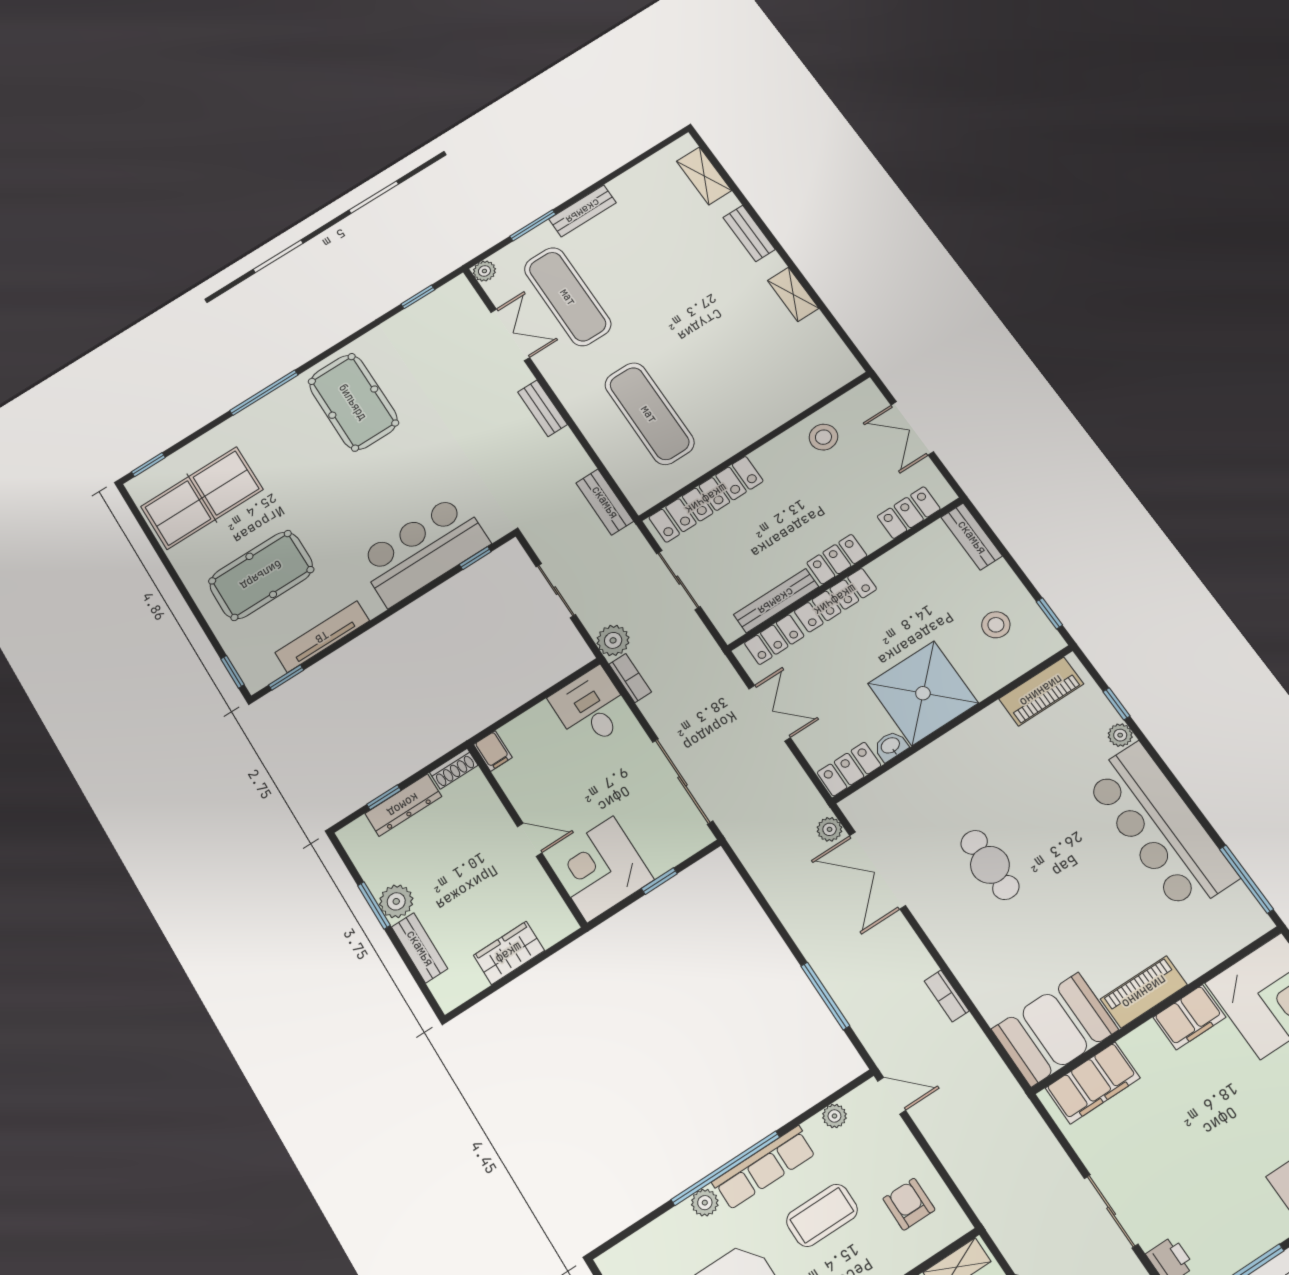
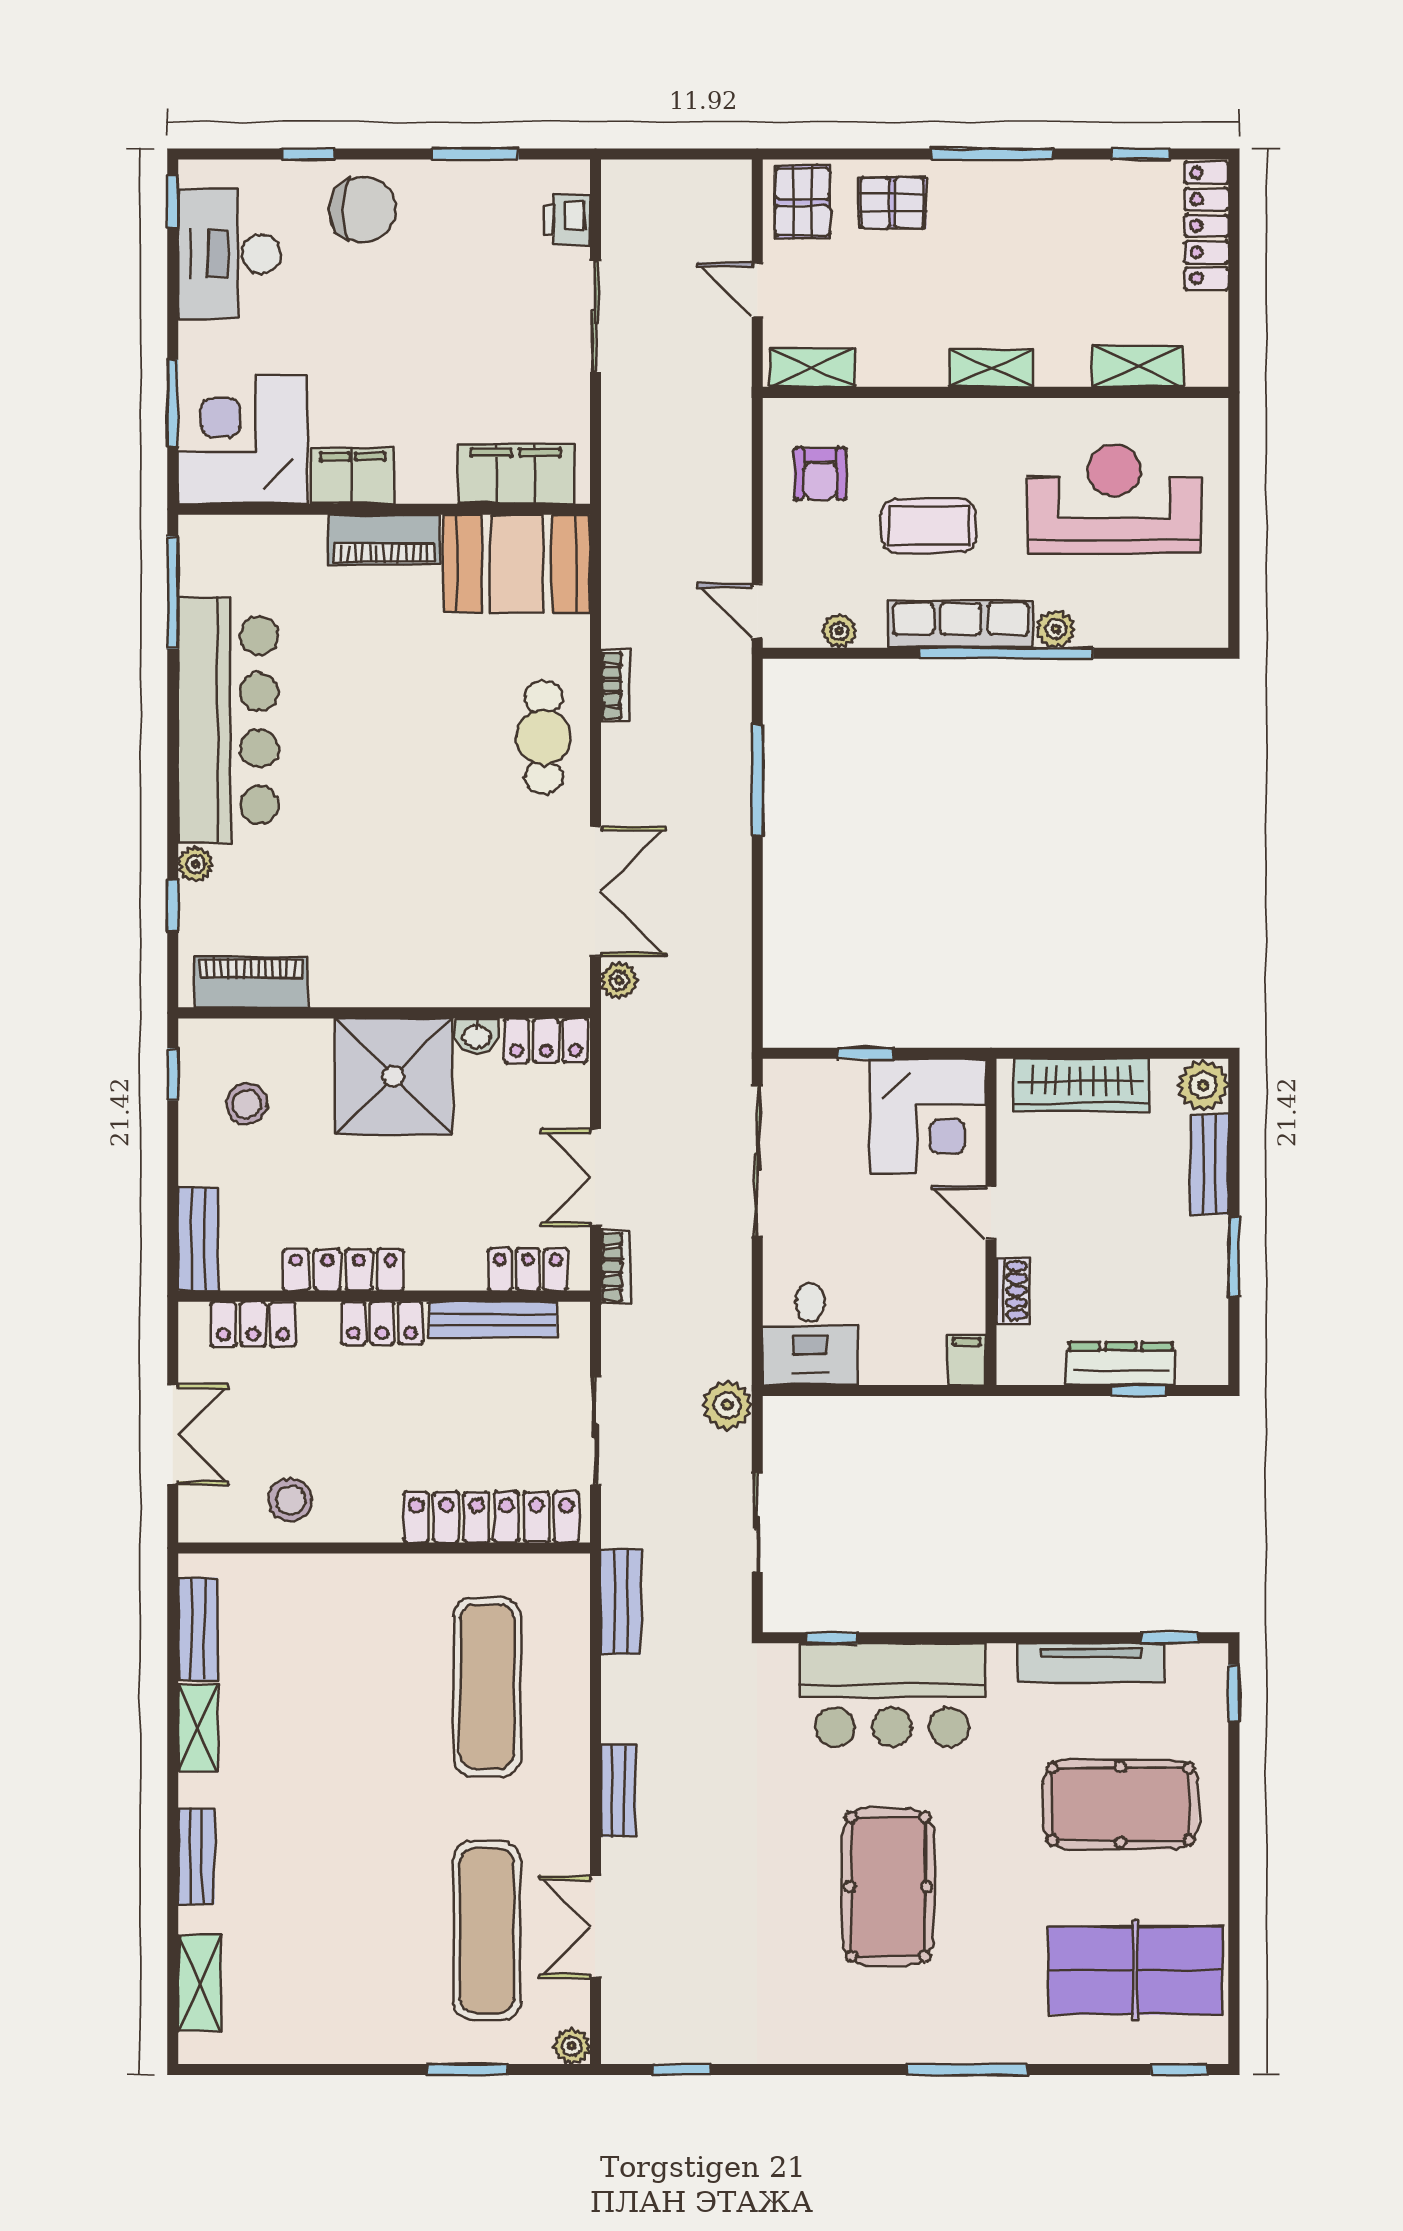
bench: (583, 211) -> (198, 1629), moved, turned 90
pool table: (353, 402) -> (888, 1887), moved
locker: (835, 600) -> (343, 1270), moved
bookcase: (630, 678) -> (616, 1267), moved, turned 180
shoe rack: (454, 769) -> (1013, 1290), moved, turned 90
cafe table: (990, 865) -> (544, 737), moved
plant: (396, 901) -> (1203, 1085), moved
wardrobe: (509, 953) -> (1081, 1085), width x1.50

